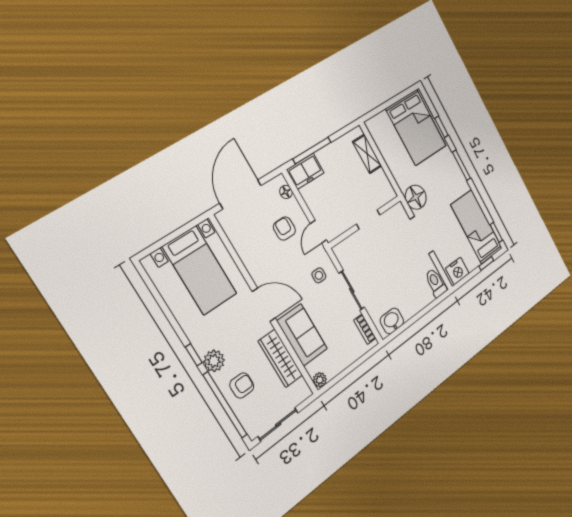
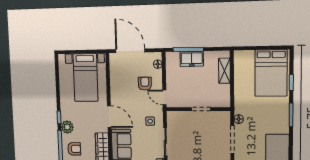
freezer: (305, 171) -> (192, 59), moved
door: (241, 194) -> (130, 51), hinge flipped
floor lamp: (416, 197) -> (239, 119), width x0.53, depth x0.53
door: (318, 232) -> (164, 97), hinge flipped

